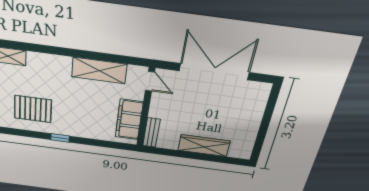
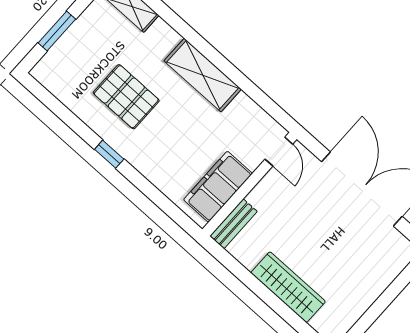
shelving: (99, 71) -> (203, 75), moved
pallet: (33, 109) -> (126, 97), moved

